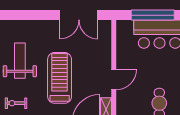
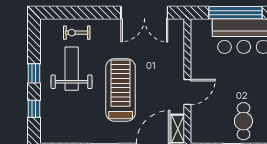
exercise bike: (16, 103) -> (77, 33), moved

